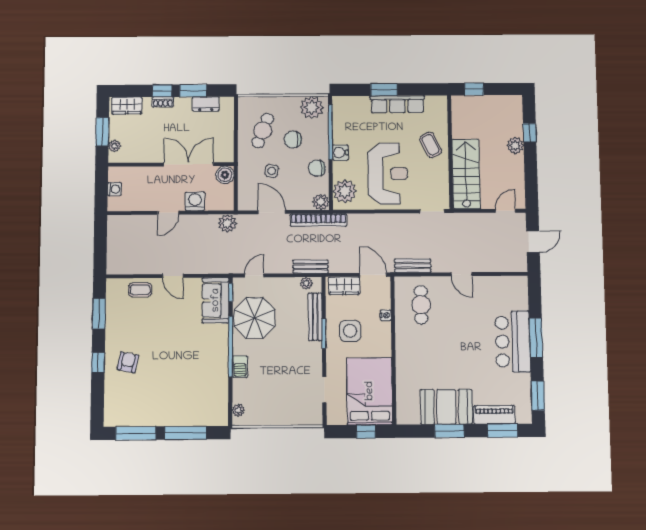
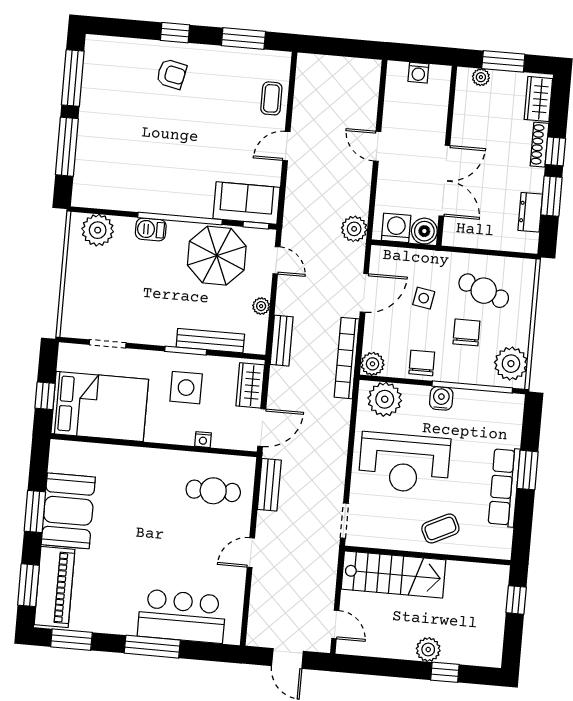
shoe rack: (163, 102) -> (539, 145), width x1.43
washing machine: (195, 201) -> (396, 228), moved, turned -90
plant: (306, 283) -> (261, 306), moved
bar counter: (513, 341) -> (182, 616), moved
plant: (238, 410) -> (98, 230), width x1.87, depth x1.87
piano: (494, 415) -> (54, 587), width x1.37, depth x1.33

